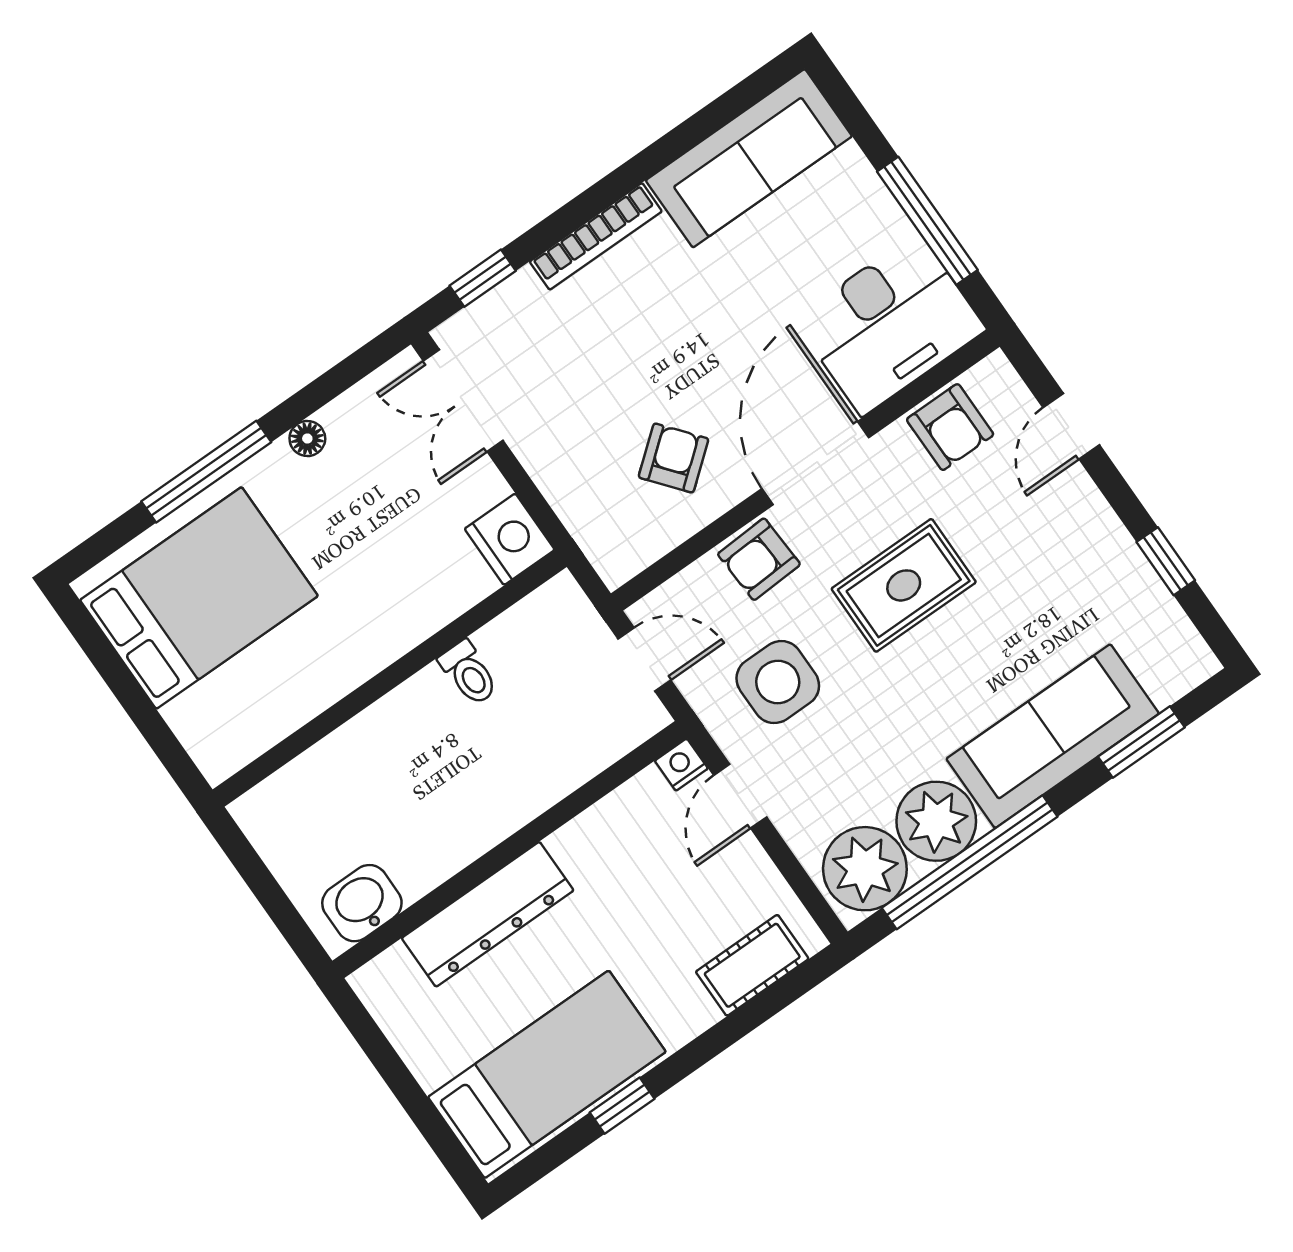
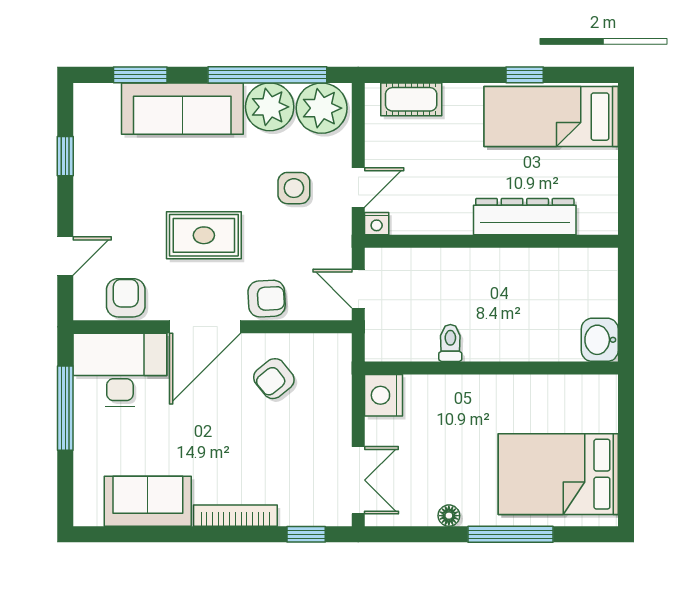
sofa: (749, 158) -> (148, 501), width x0.73
side table: (778, 682) -> (294, 188), moved, width x0.73, depth x0.73
washbasin: (362, 903) -> (600, 340), moved, turned 90

